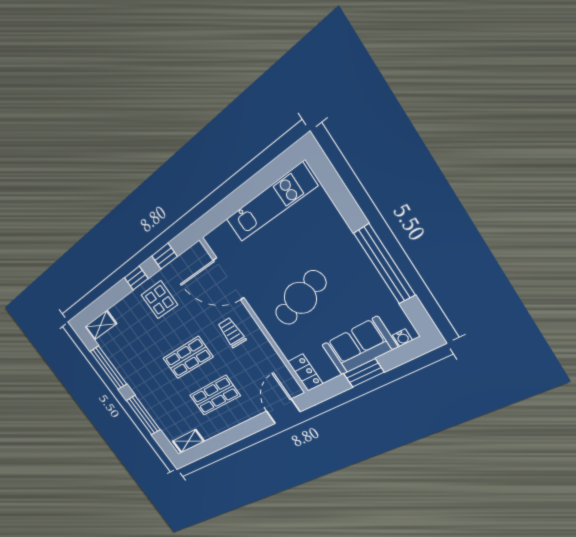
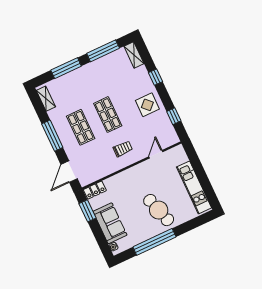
window: (136, 278) -> (156, 77), moved
door: (229, 279) -> (156, 154), width x0.53
cafe table: (300, 298) -> (159, 210), moved
window: (364, 373) -> (88, 211), moved
door: (283, 411) -> (69, 172), swing flipped
window: (236, 434) -> (52, 136), added

